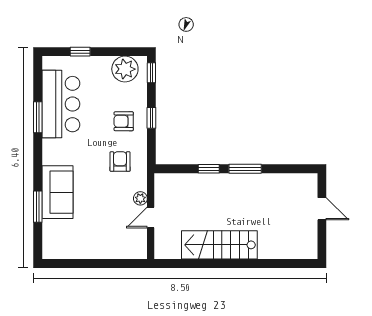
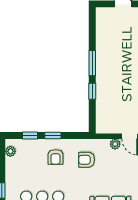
plant: (125, 69) -> (10, 151), width x0.53, depth x0.53
window: (151, 73) -> (30, 135), moved

